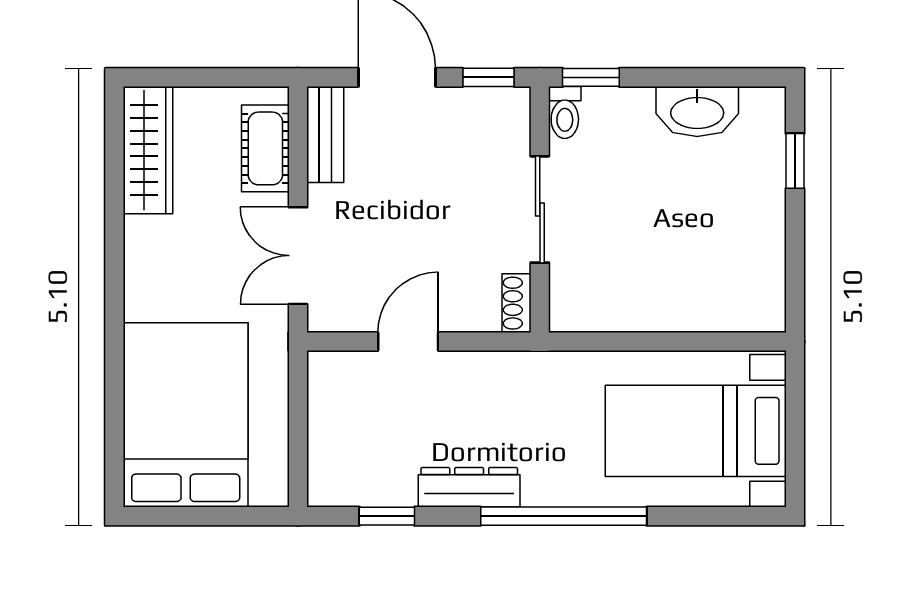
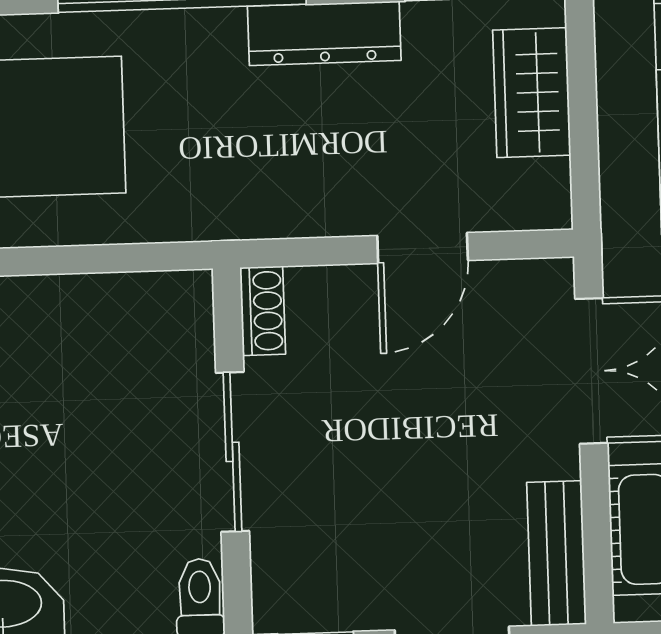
wardrobe: (332, 443) -> (532, 93), added

